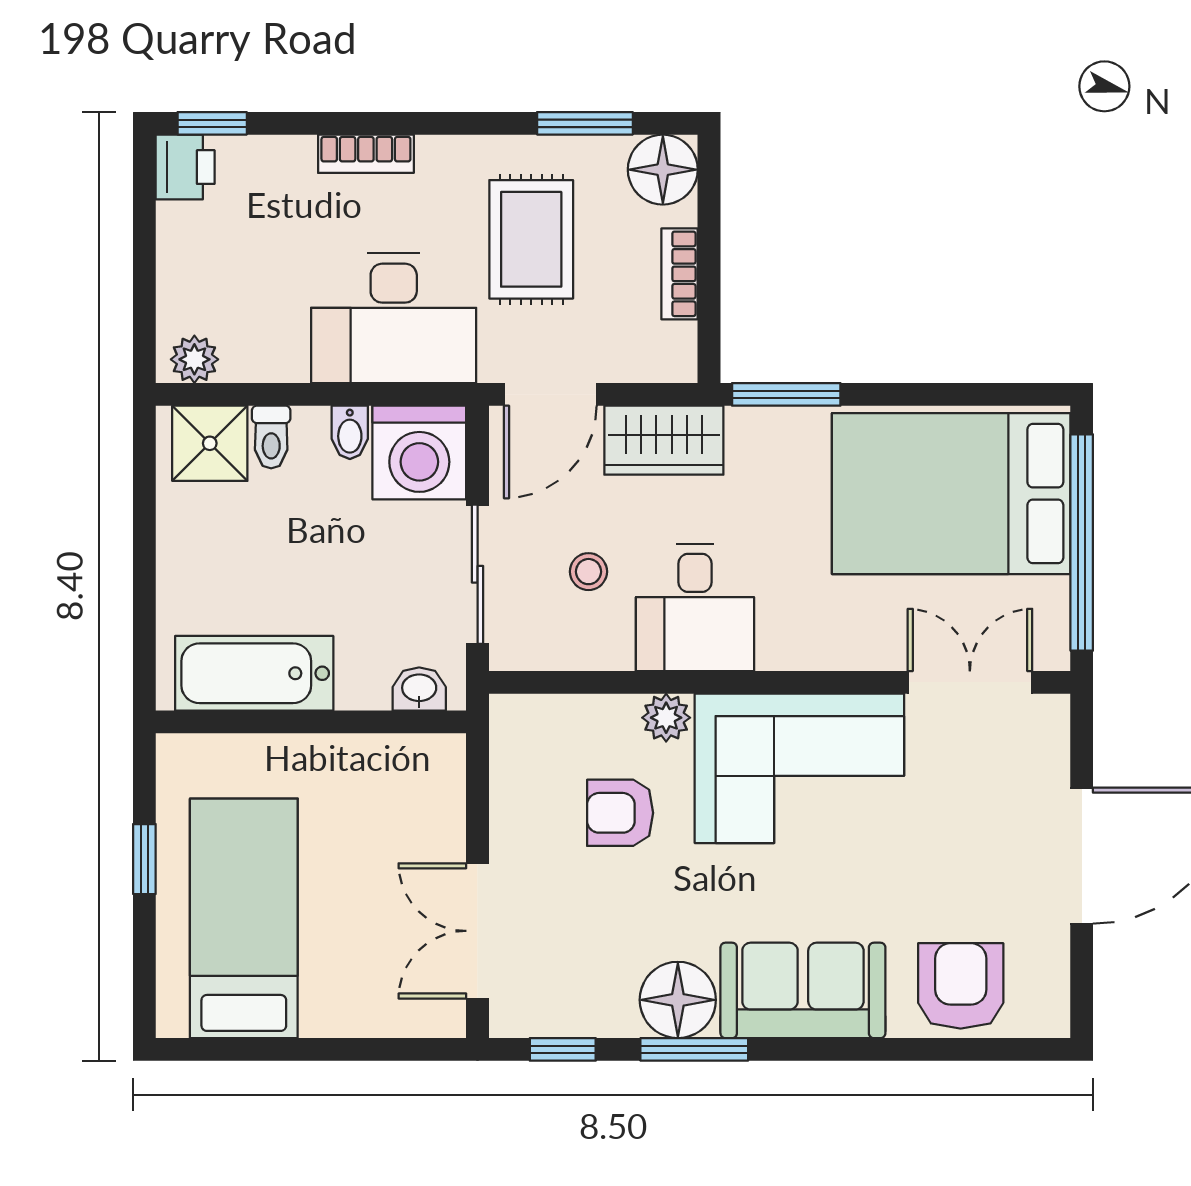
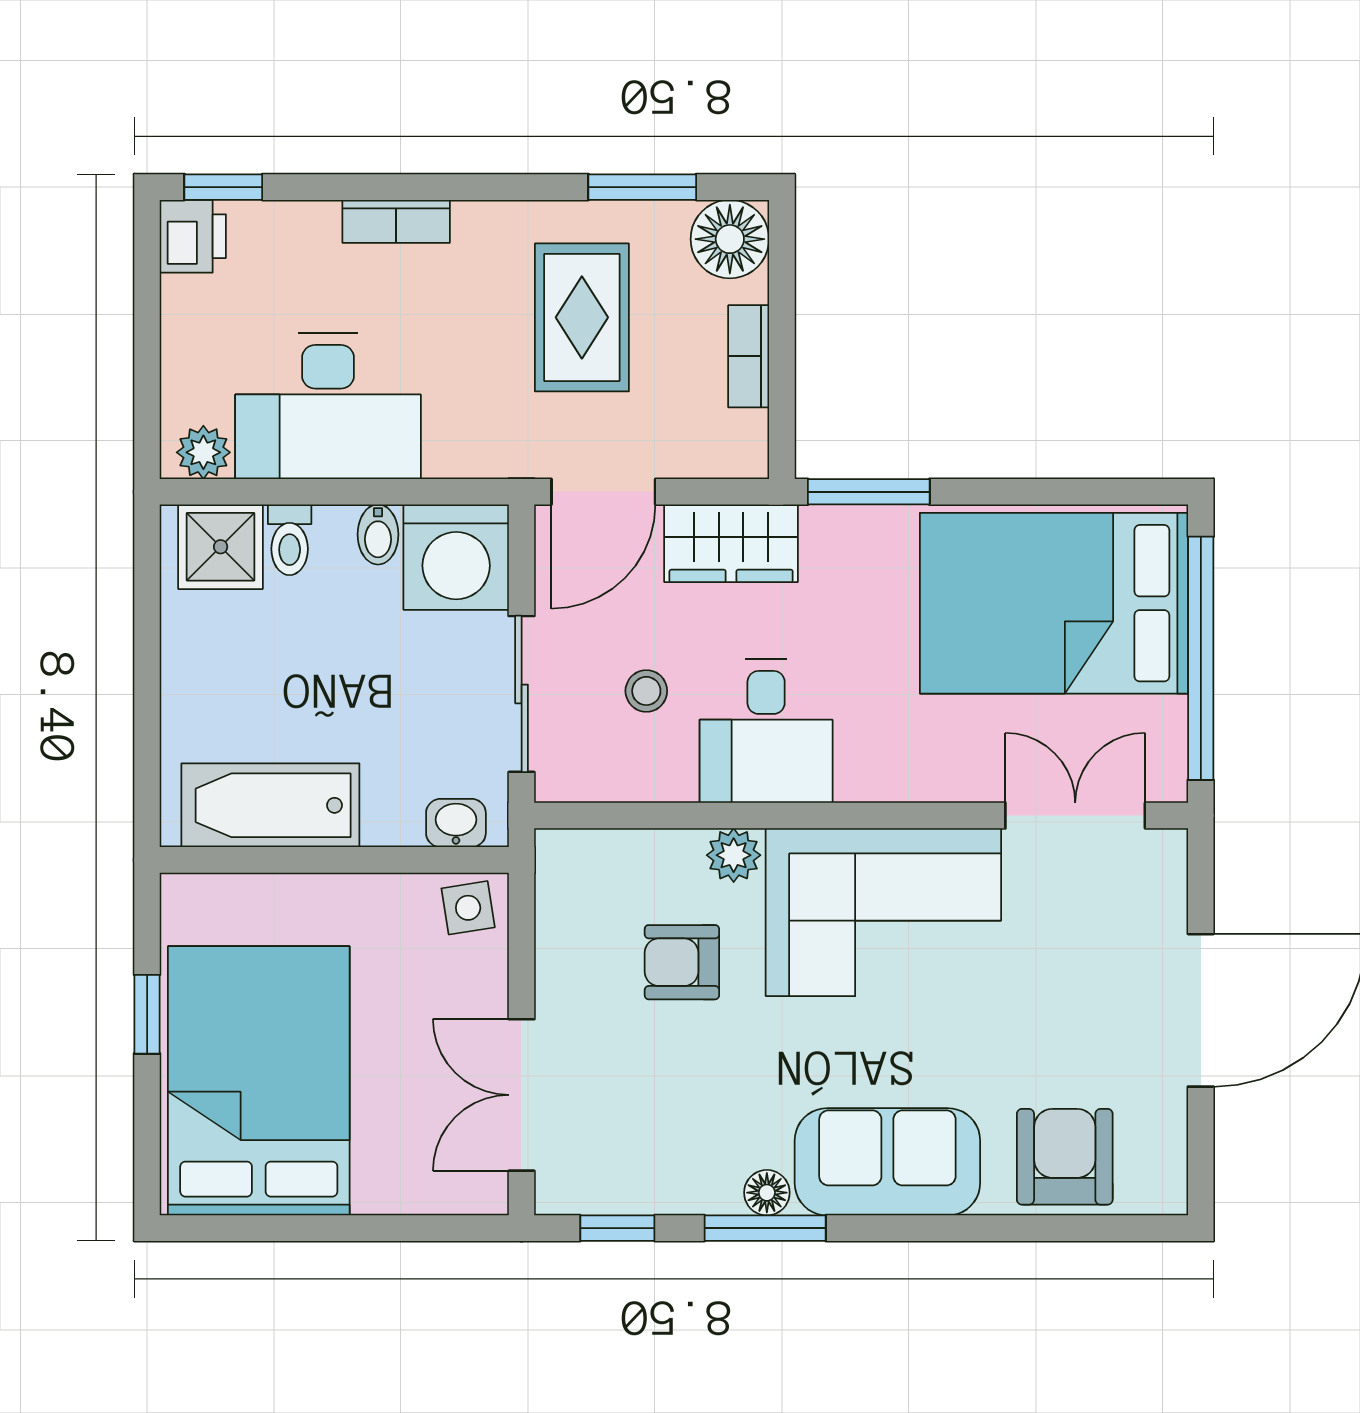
desk: (394, 318) -> (328, 406), moved
side table: (430, 764) -> (468, 908), added
bed: (244, 918) -> (259, 1081), width x1.50
floor lamp: (678, 1000) -> (767, 1193), width x0.53, depth x0.53

